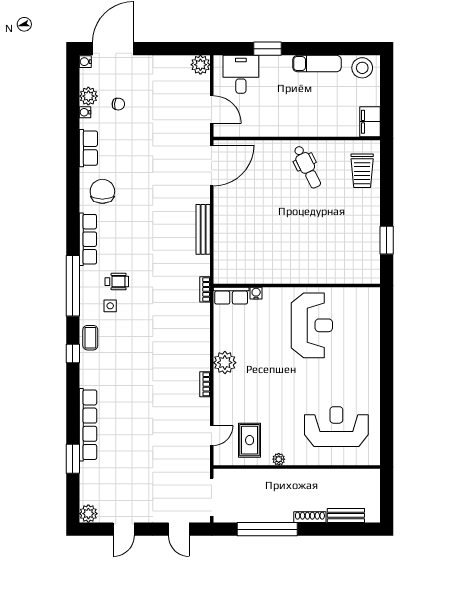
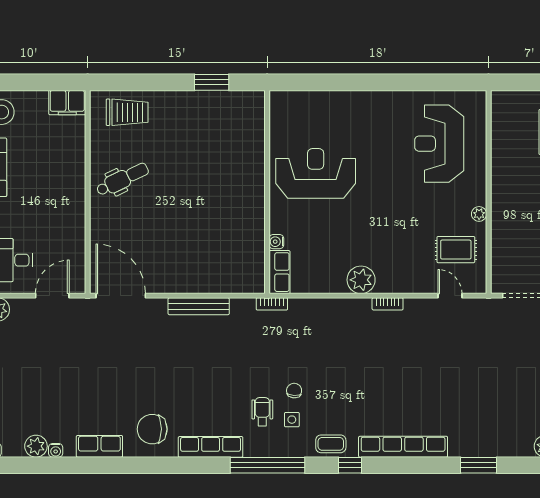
chair: (118, 104) -> (294, 391), moved
row of seats: (88, 425) -> (403, 447), moved

